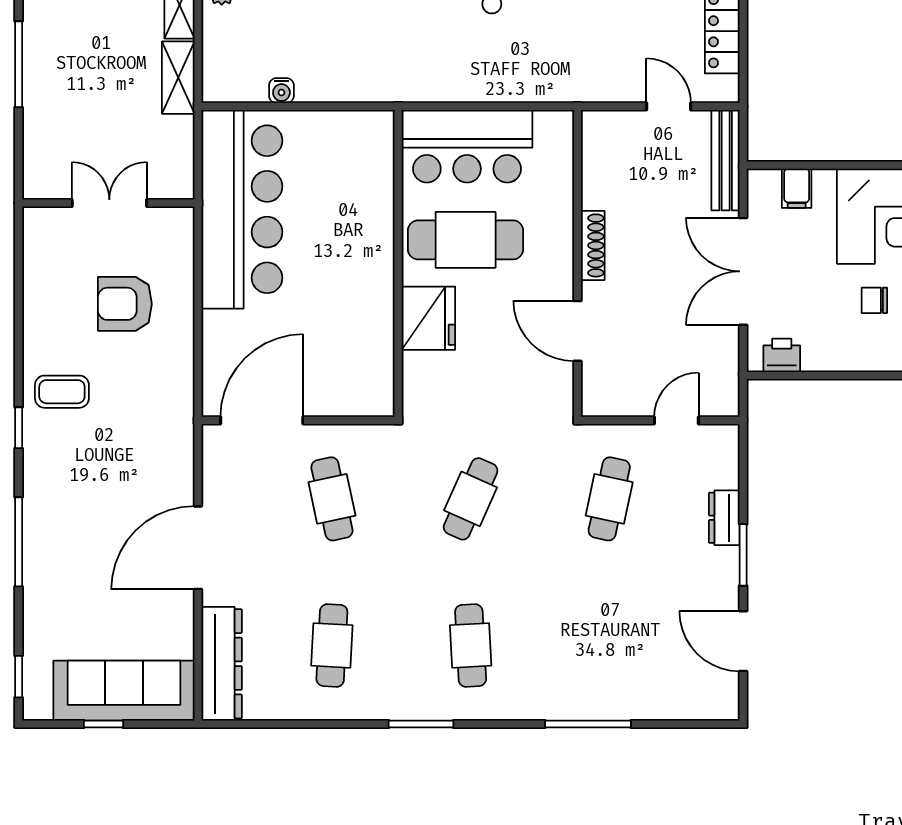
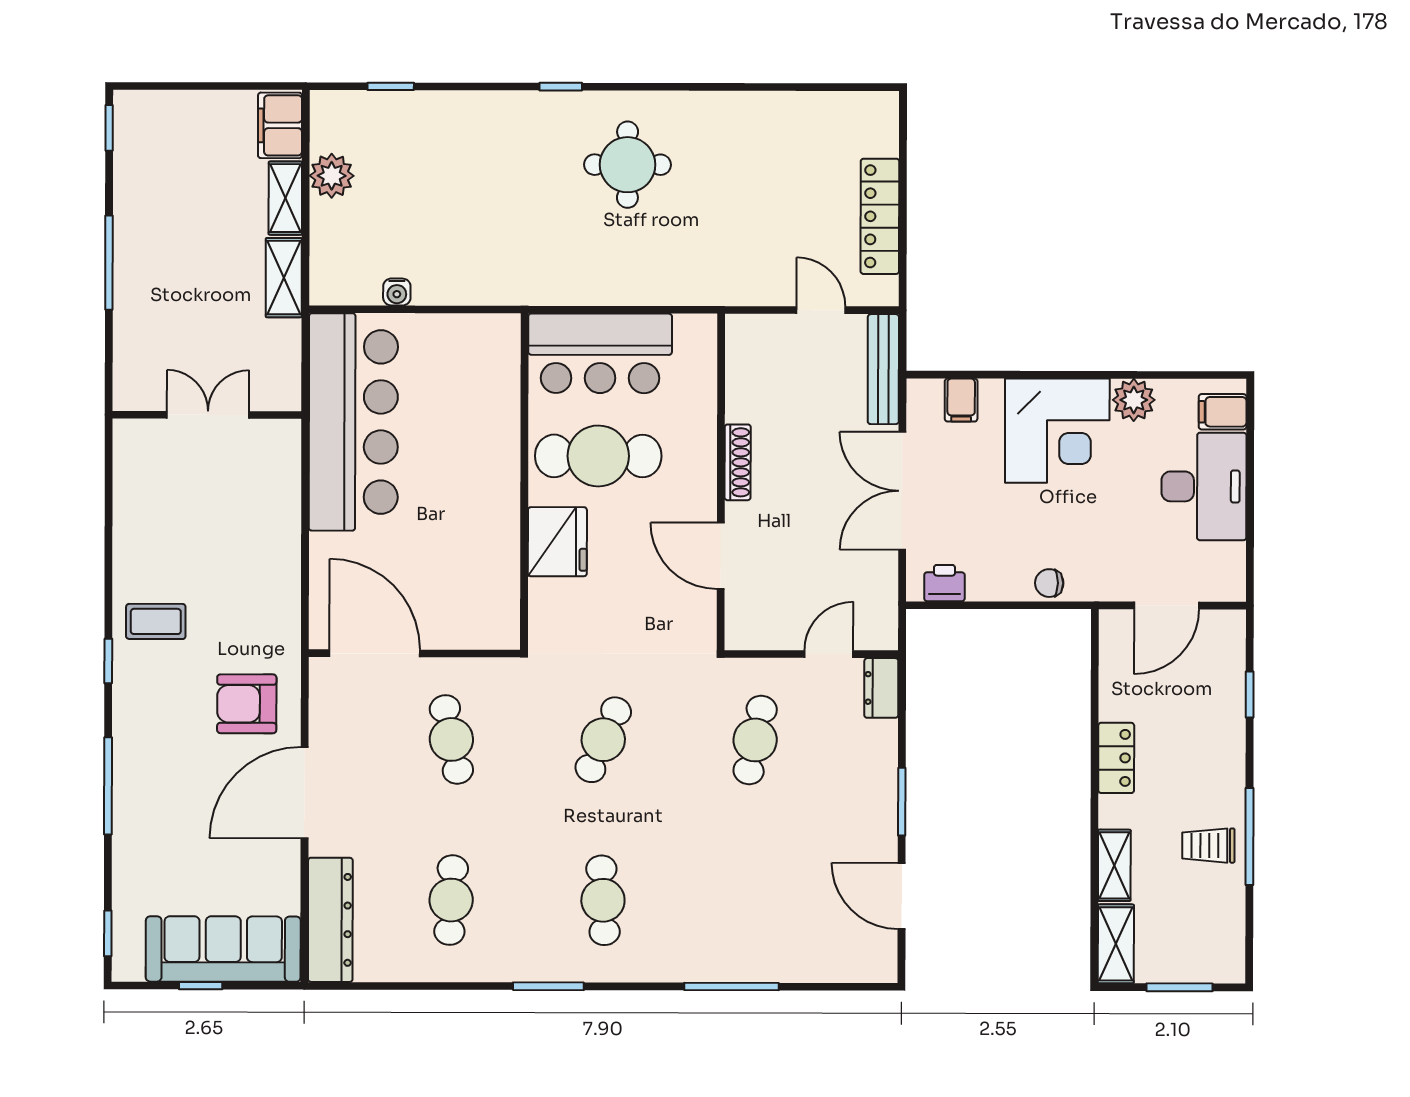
chair: (874, 300) -> (1049, 583), moved
armchair: (125, 304) -> (247, 704), moved
door: (262, 420) -> (375, 653), hinge flipped
dresser: (724, 518) -> (881, 688), moved

